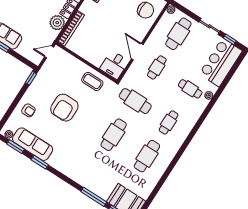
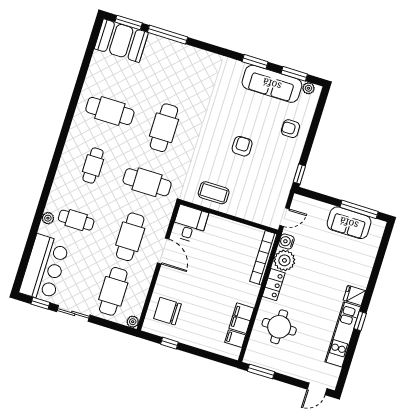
water cooler: (52, 35) -> (286, 242), added
cafe table: (157, 67) -> (130, 237), width x1.37, depth x1.35
armchair: (64, 108) -> (242, 146), width x0.53, depth x0.53
cafe table: (147, 156) -> (110, 111), turned 90

